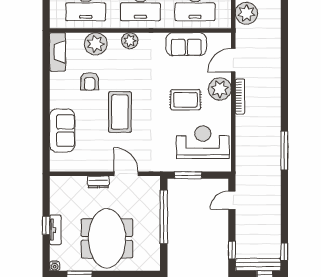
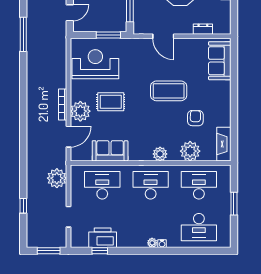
coffee table: (120, 112) -> (169, 91), turned 90
sofa: (62, 131) -> (220, 61), moved
reception desk: (203, 142) -> (95, 64), turned 180
window: (284, 151) -> (23, 34), moved
dresser: (98, 182) -> (203, 29), moved

